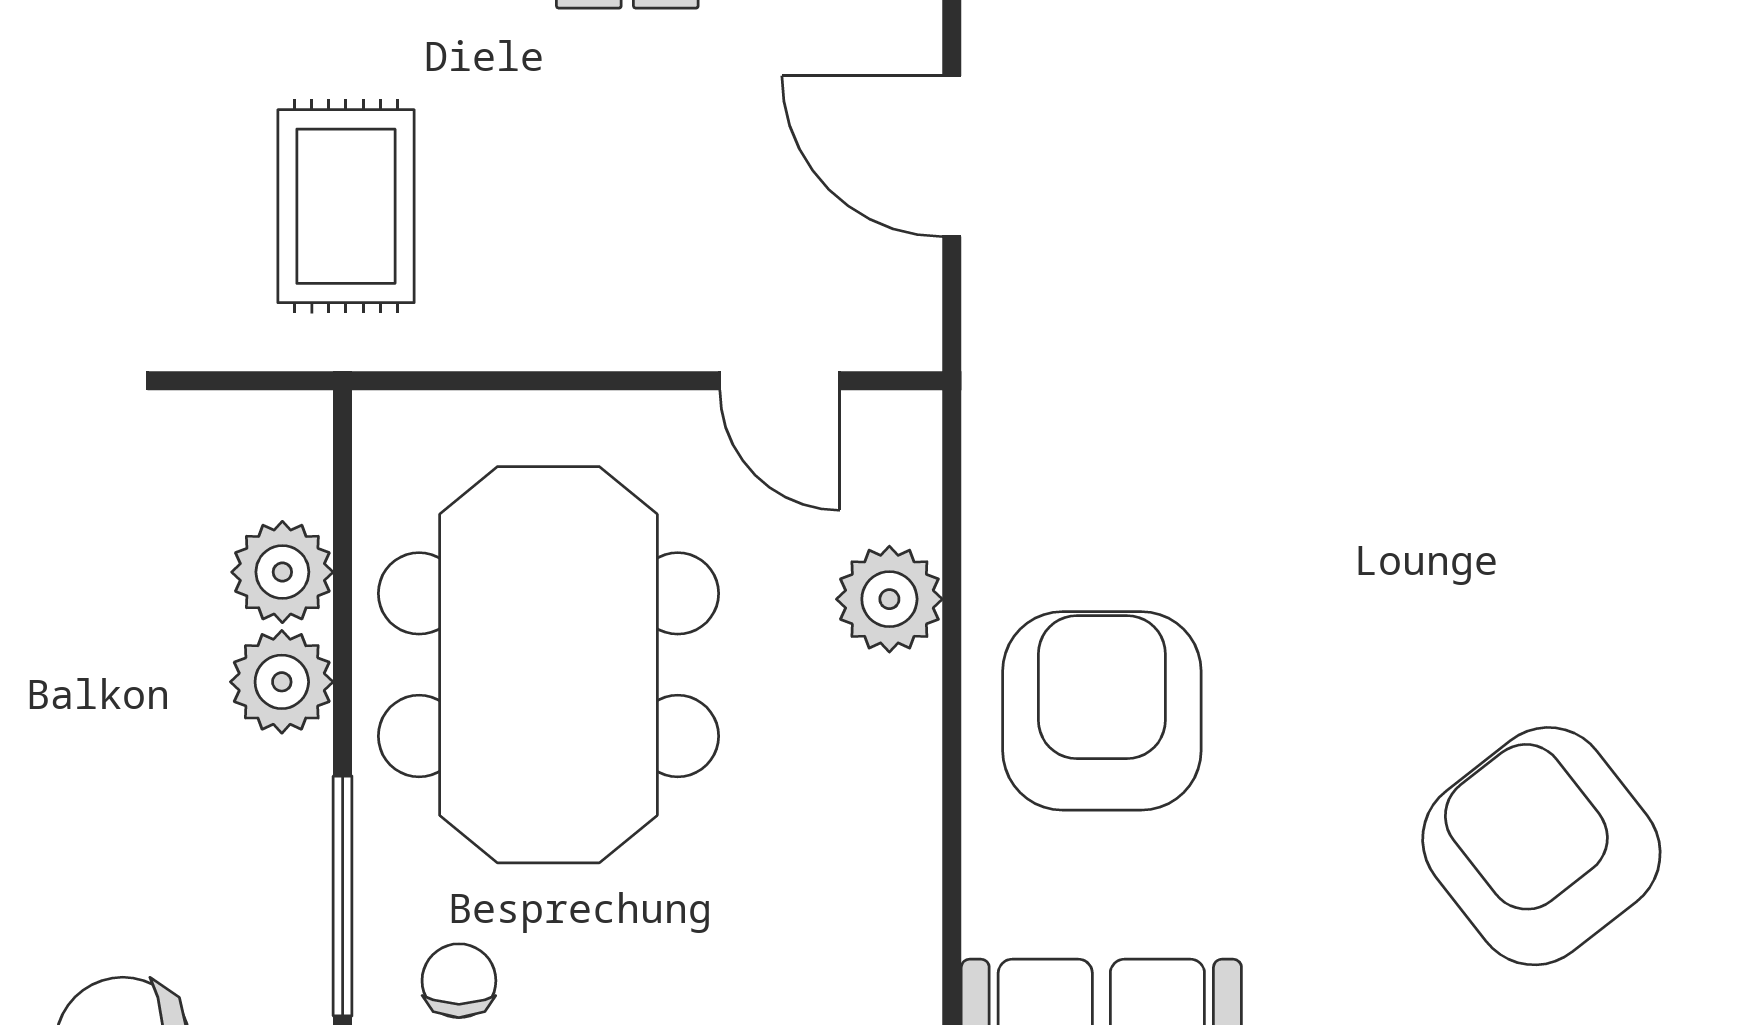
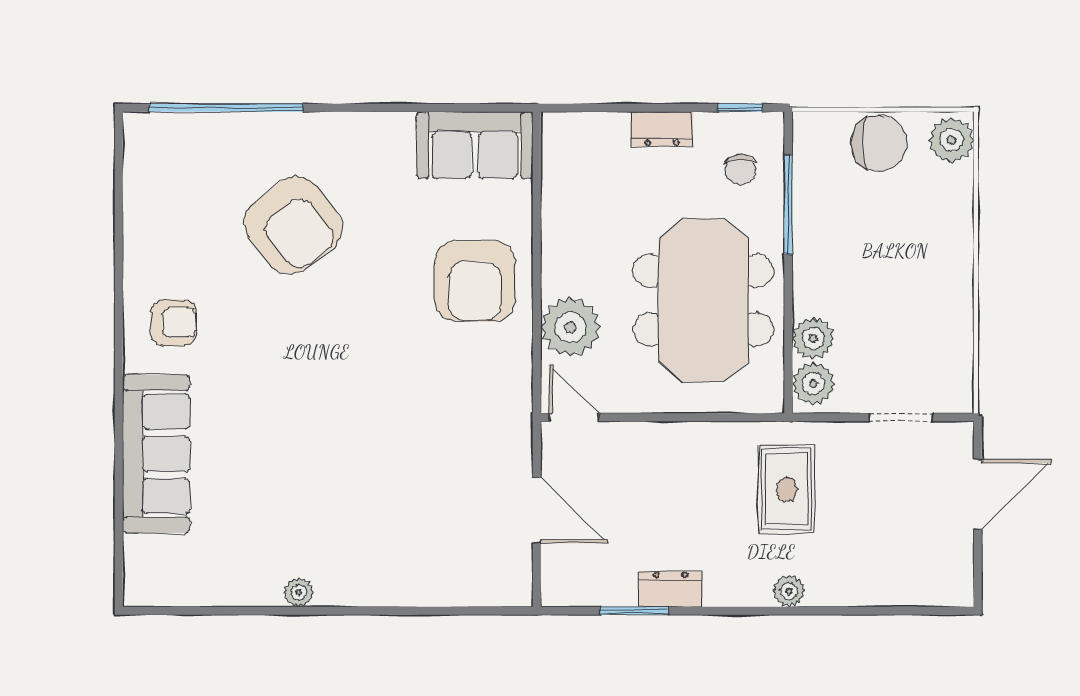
door: (780, 381) -> (574, 417), moved
plant: (889, 599) -> (570, 327), width x1.36, depth x1.36
plant: (282, 682) -> (813, 384), moved

